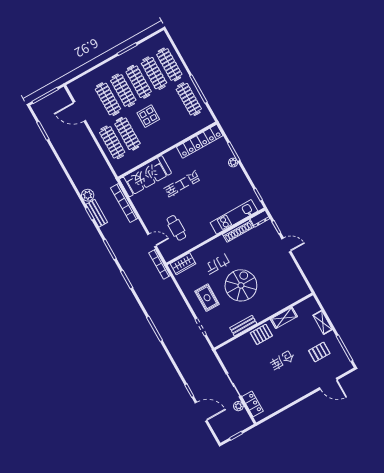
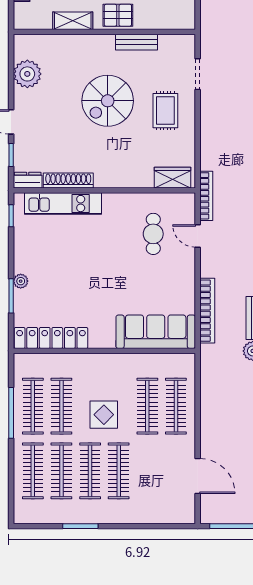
clothes rail: (108, 99) -> (61, 406), moved
plant: (292, 276) -> (27, 74), added

